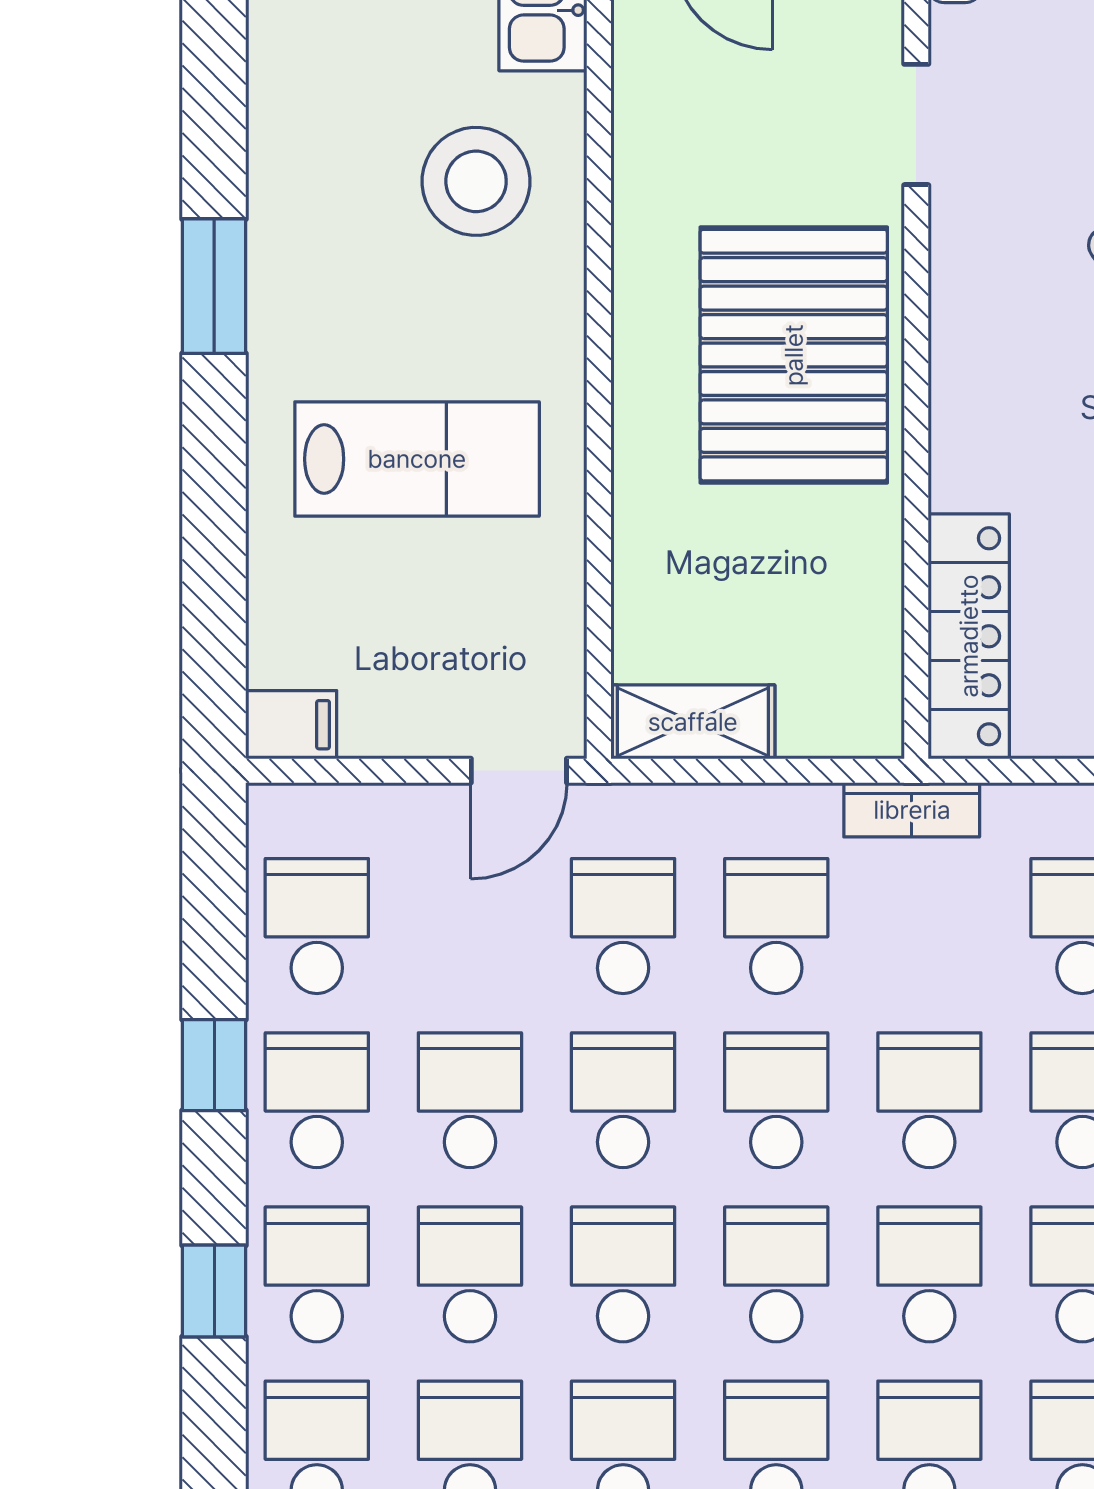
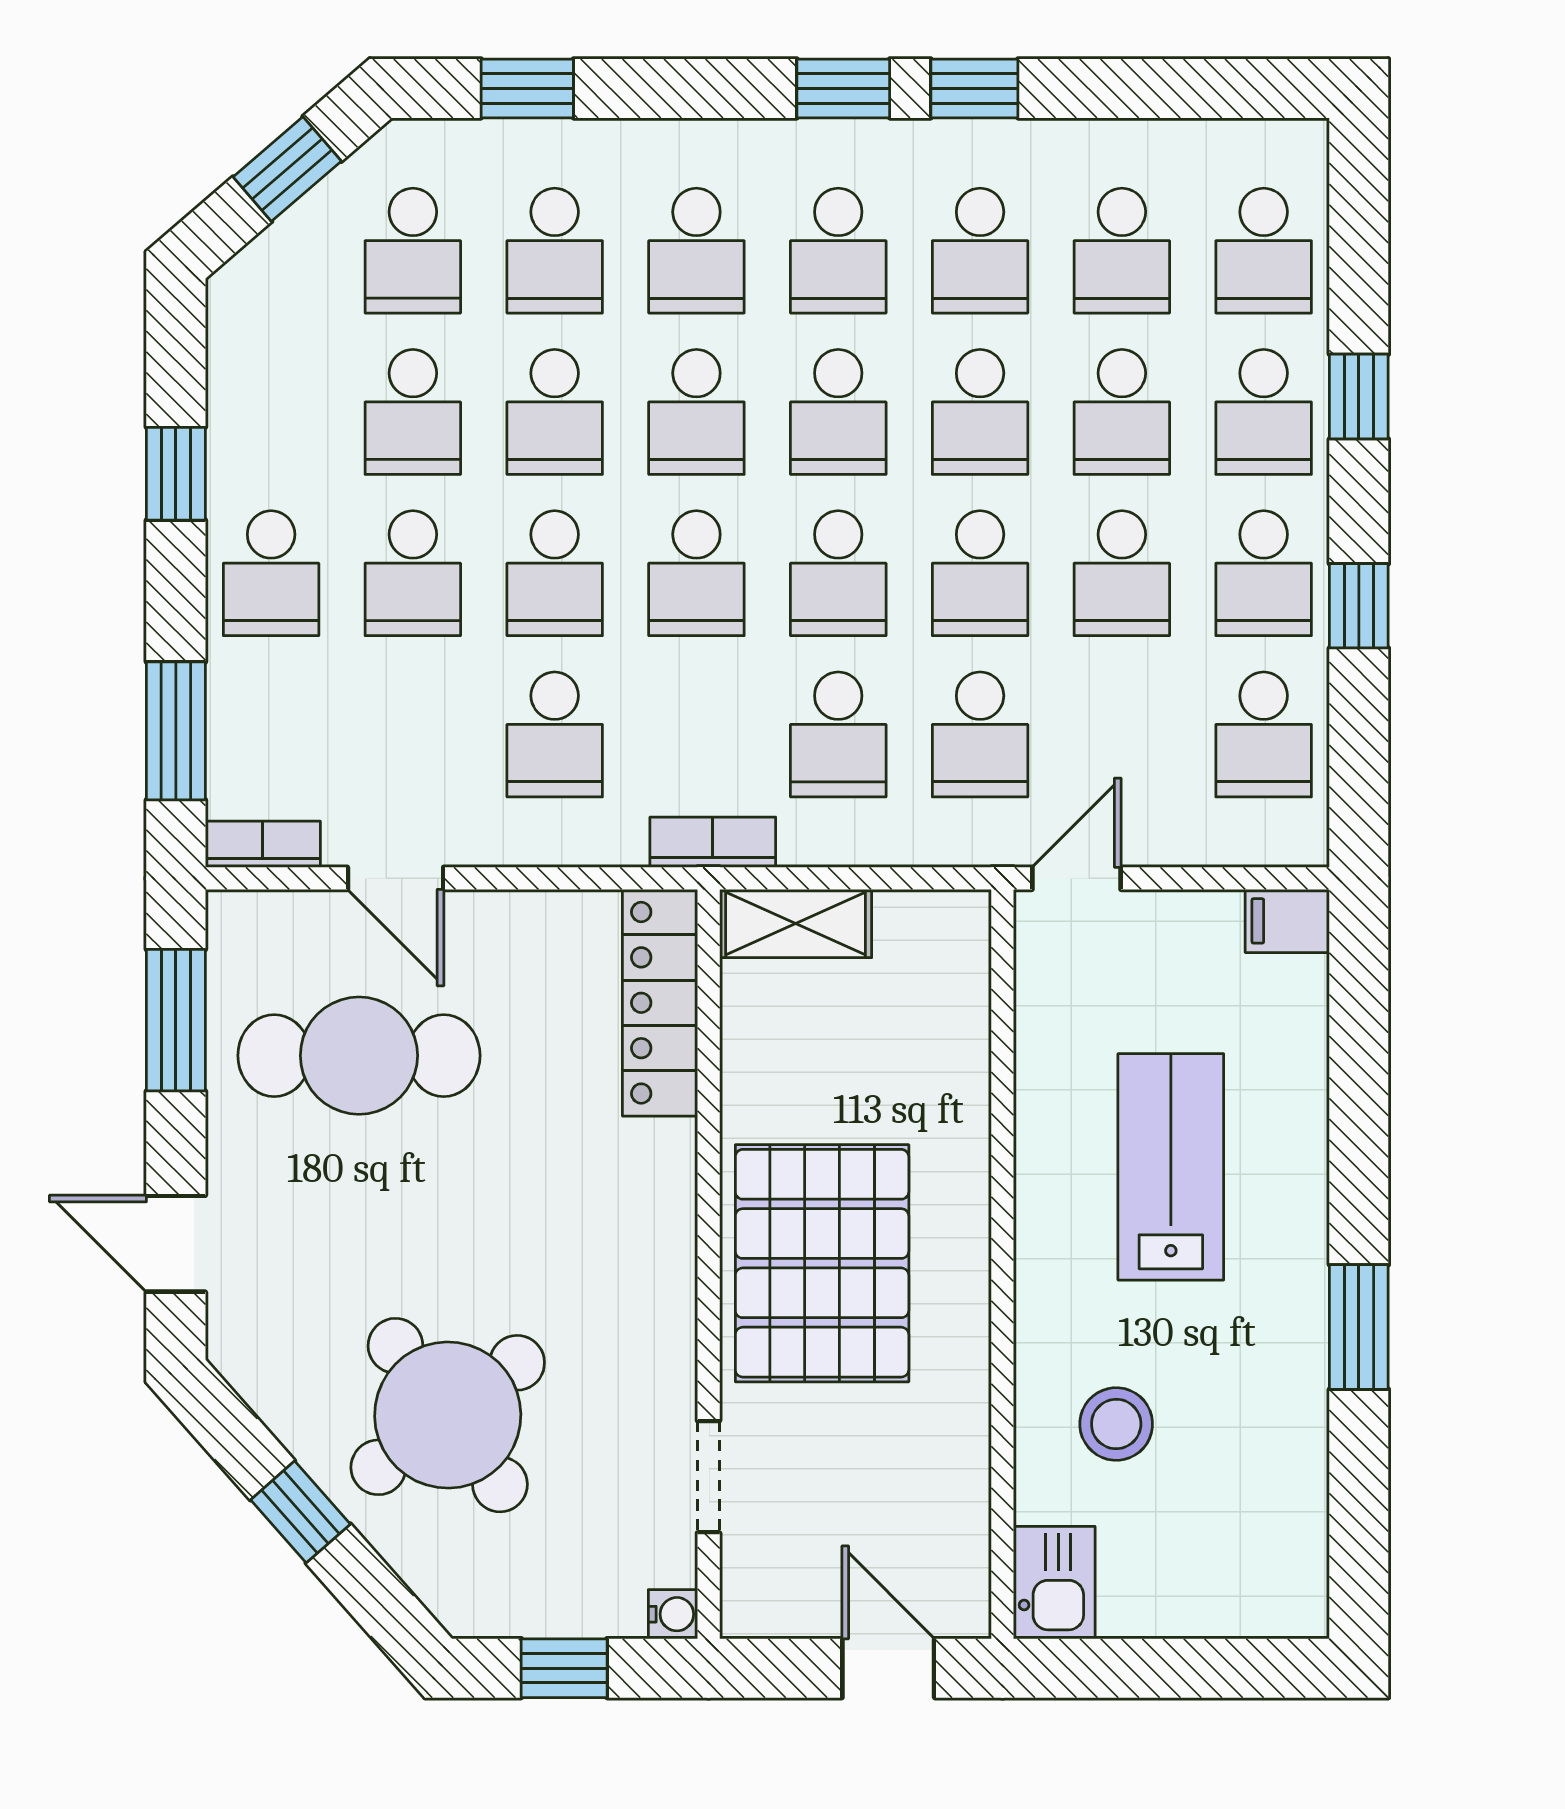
stool: (476, 181) -> (1116, 1424), width x0.73, depth x0.73
lab bench: (417, 459) -> (1171, 1167), turned 90
shelving: (693, 722) -> (796, 924), moved

